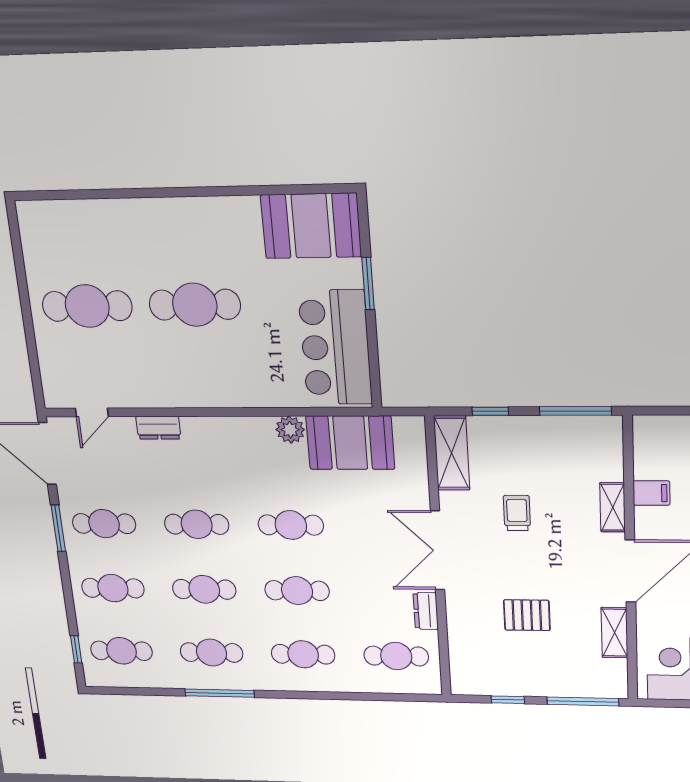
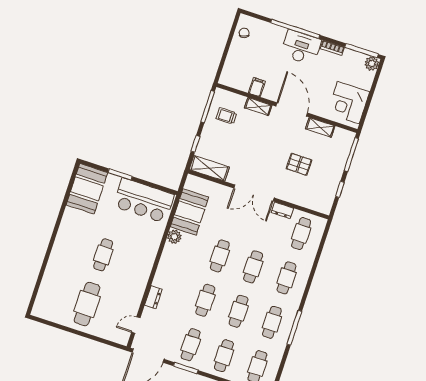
cafe table: (195, 305) -> (103, 255), width x0.73, depth x0.74
door: (92, 412) -> (136, 325), swing flipped
trolley: (517, 513) -> (226, 116), moved
pallet: (527, 615) -> (299, 164), turned 90

